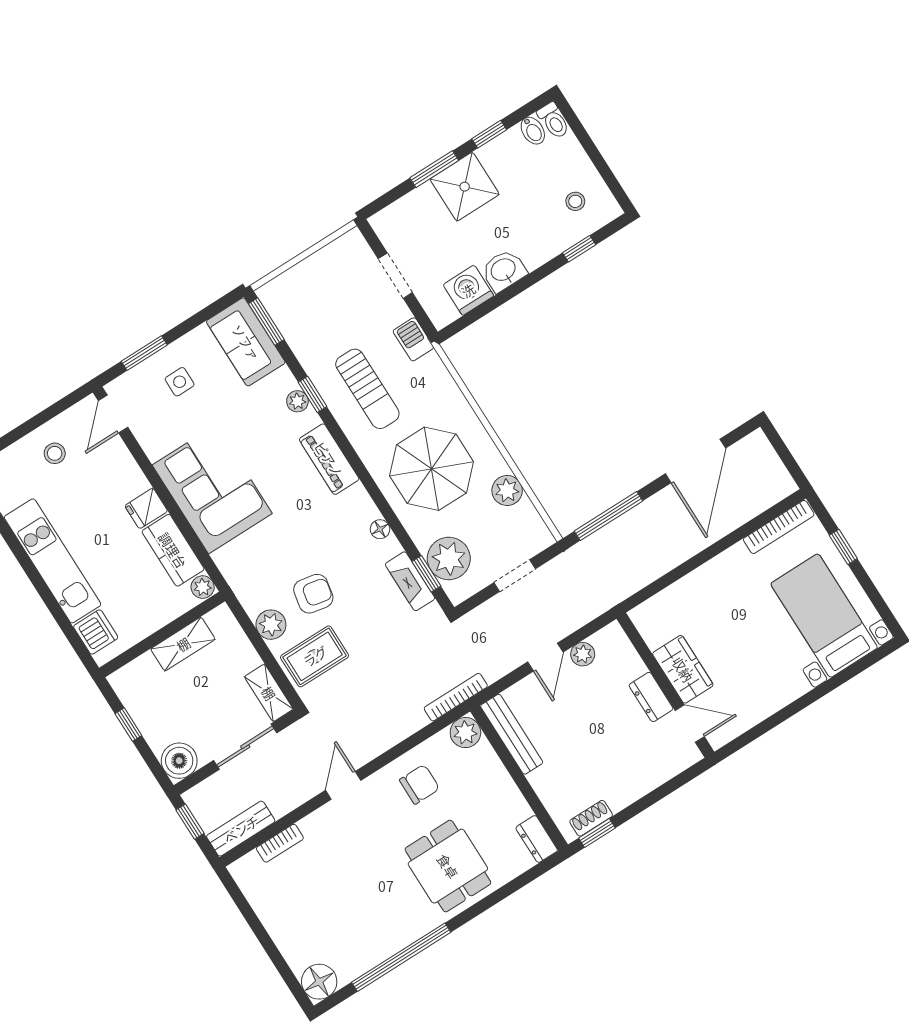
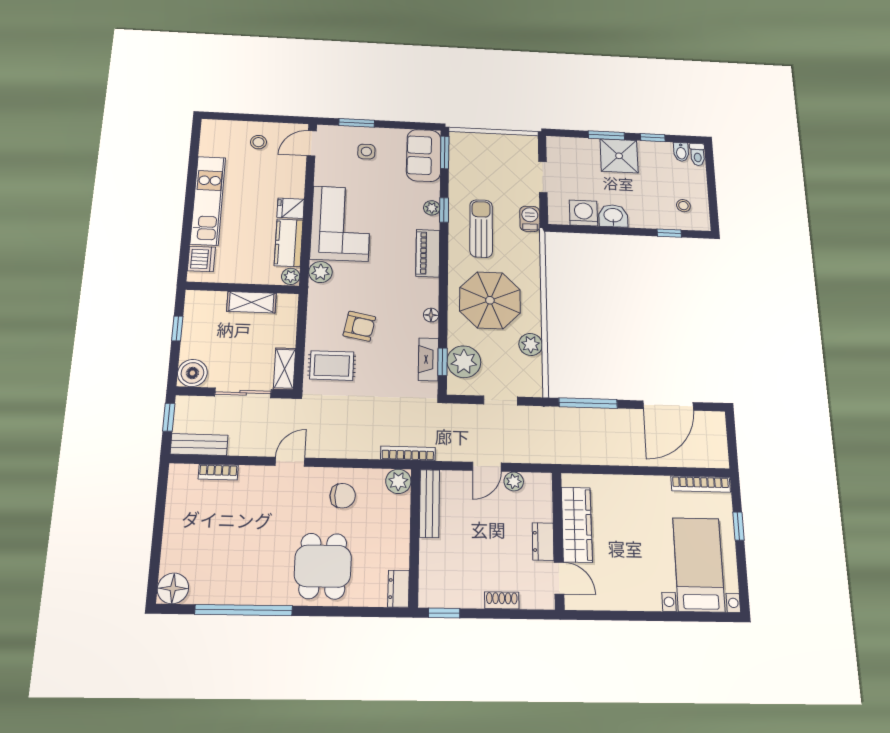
sun lounger: (367, 389) -> (481, 228), turned 180
plant: (271, 625) -> (321, 272), moved
wardrobe: (683, 669) -> (577, 525), width x1.50
shoe rack: (591, 818) -> (502, 600), moved

